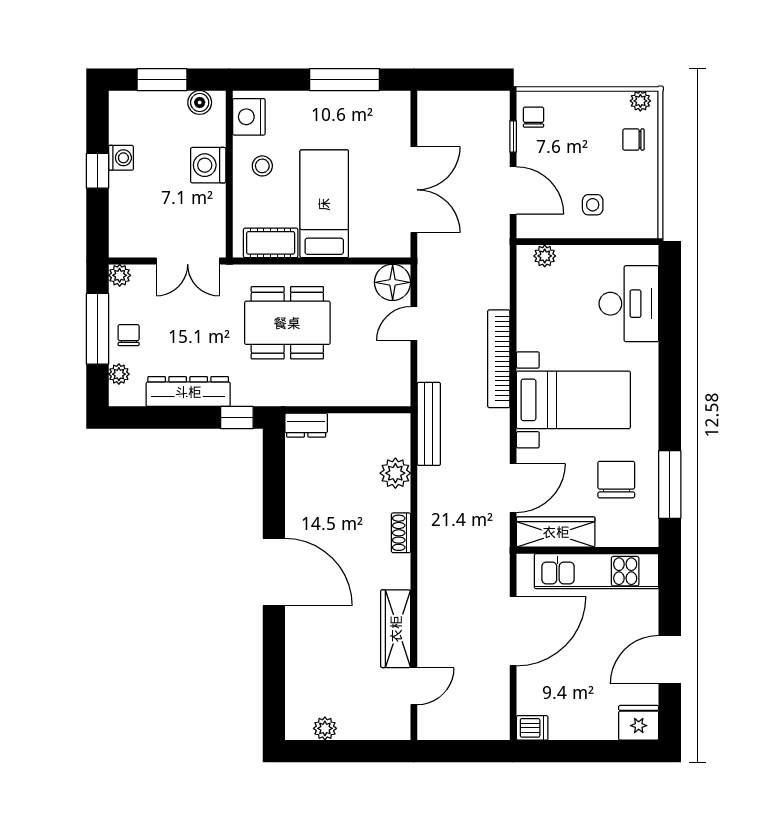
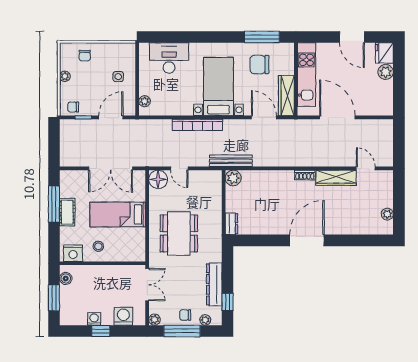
plant: (640, 101) -> (65, 76), moved
washing machine: (208, 165) -> (123, 316), moved, turned 180
double door: (414, 190) -> (111, 168), swing flipped
cot: (271, 243) -> (67, 212), moved
window: (237, 418) -> (228, 302), moved
plant: (395, 473) -> (233, 178), moved
shoe rack: (401, 533) -> (305, 175), moved
plant: (602, 725) -> (386, 72), added
dishwasher: (532, 728) -> (387, 108), removed

